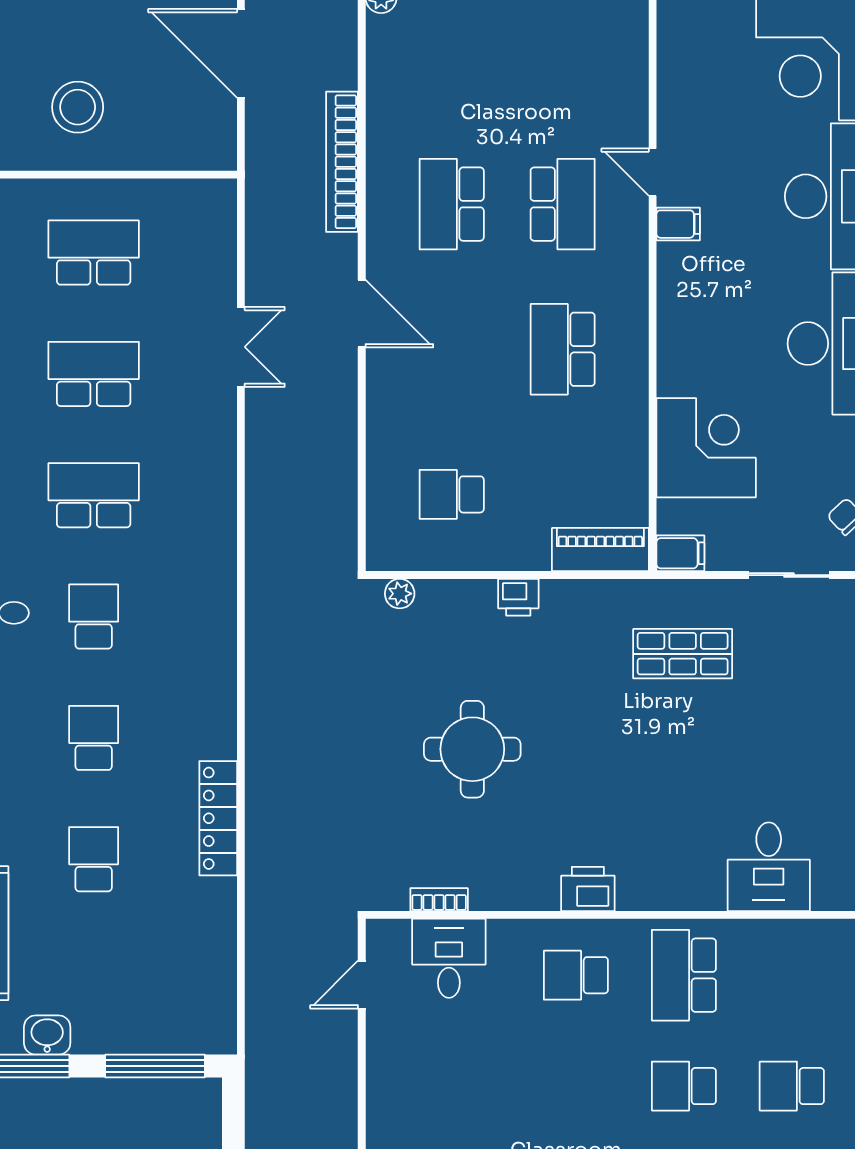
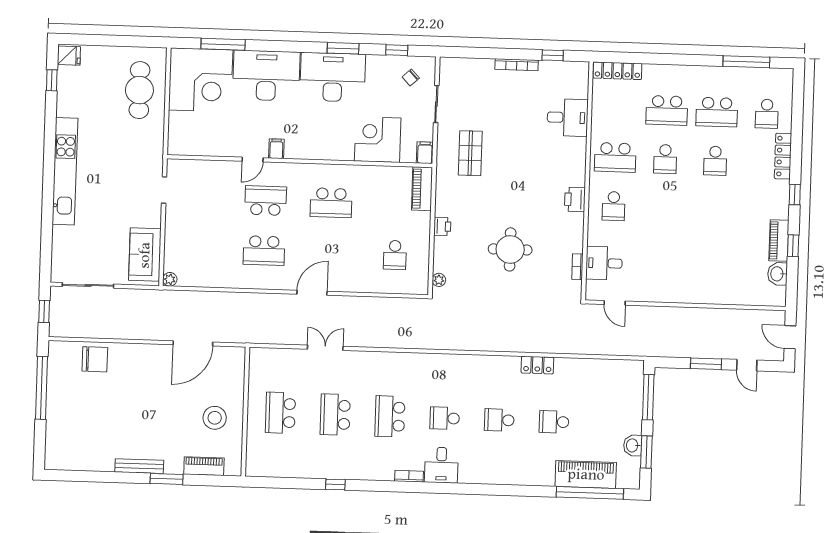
bookcase: (342, 162) -> (243, 299), removed
locker: (218, 818) -> (537, 365), width x0.66
school desk: (792, 1086) -> (667, 110), width x1.85

